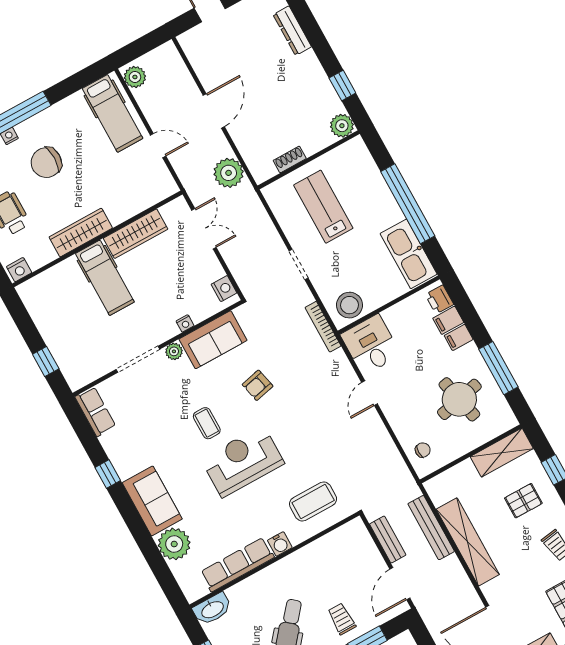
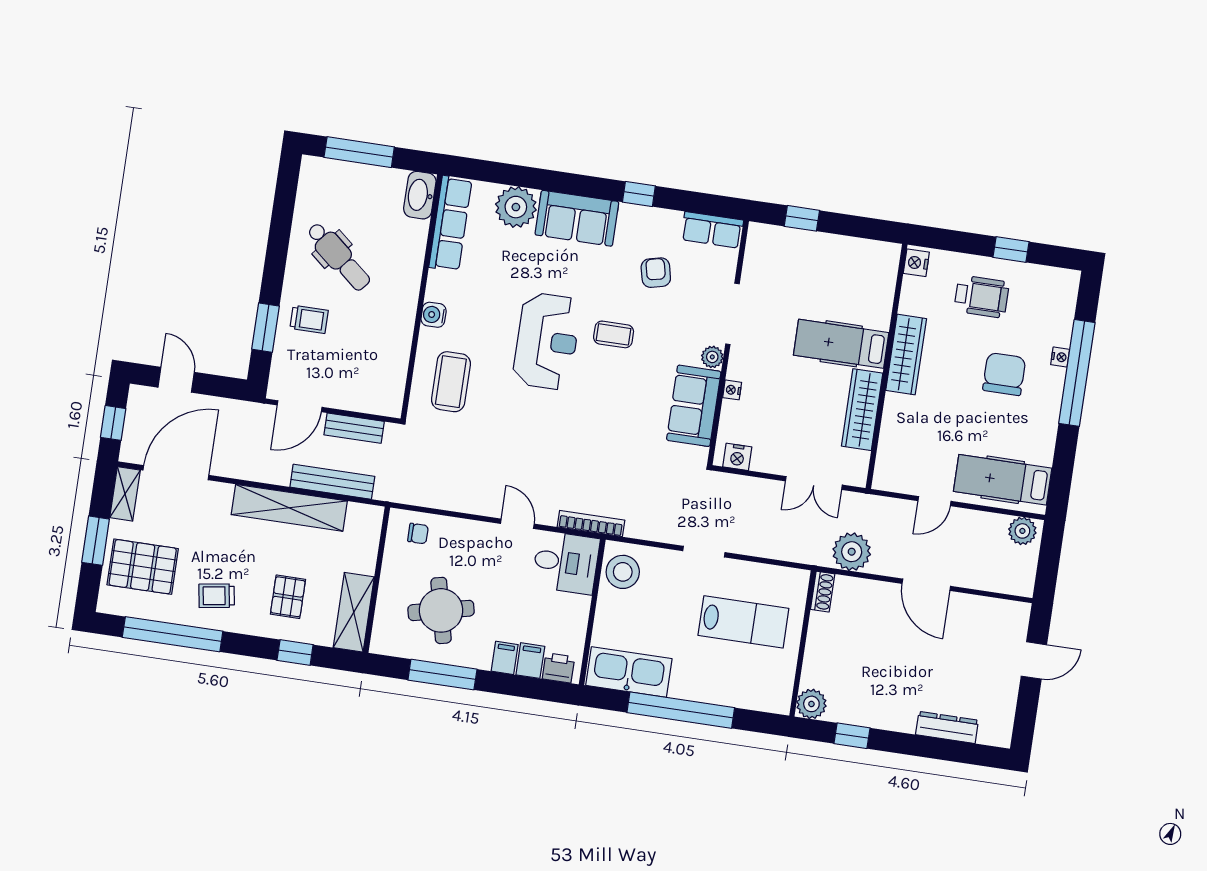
shoe rack: (290, 159) -> (823, 592), moved
bookcase: (323, 327) -> (591, 524), moved
armchair: (258, 385) -> (656, 273), moved
chair: (423, 450) -> (418, 534), turned -90
row of seats: (237, 565) -> (450, 223), moved
door: (400, 584) -> (300, 406), swing flipped

